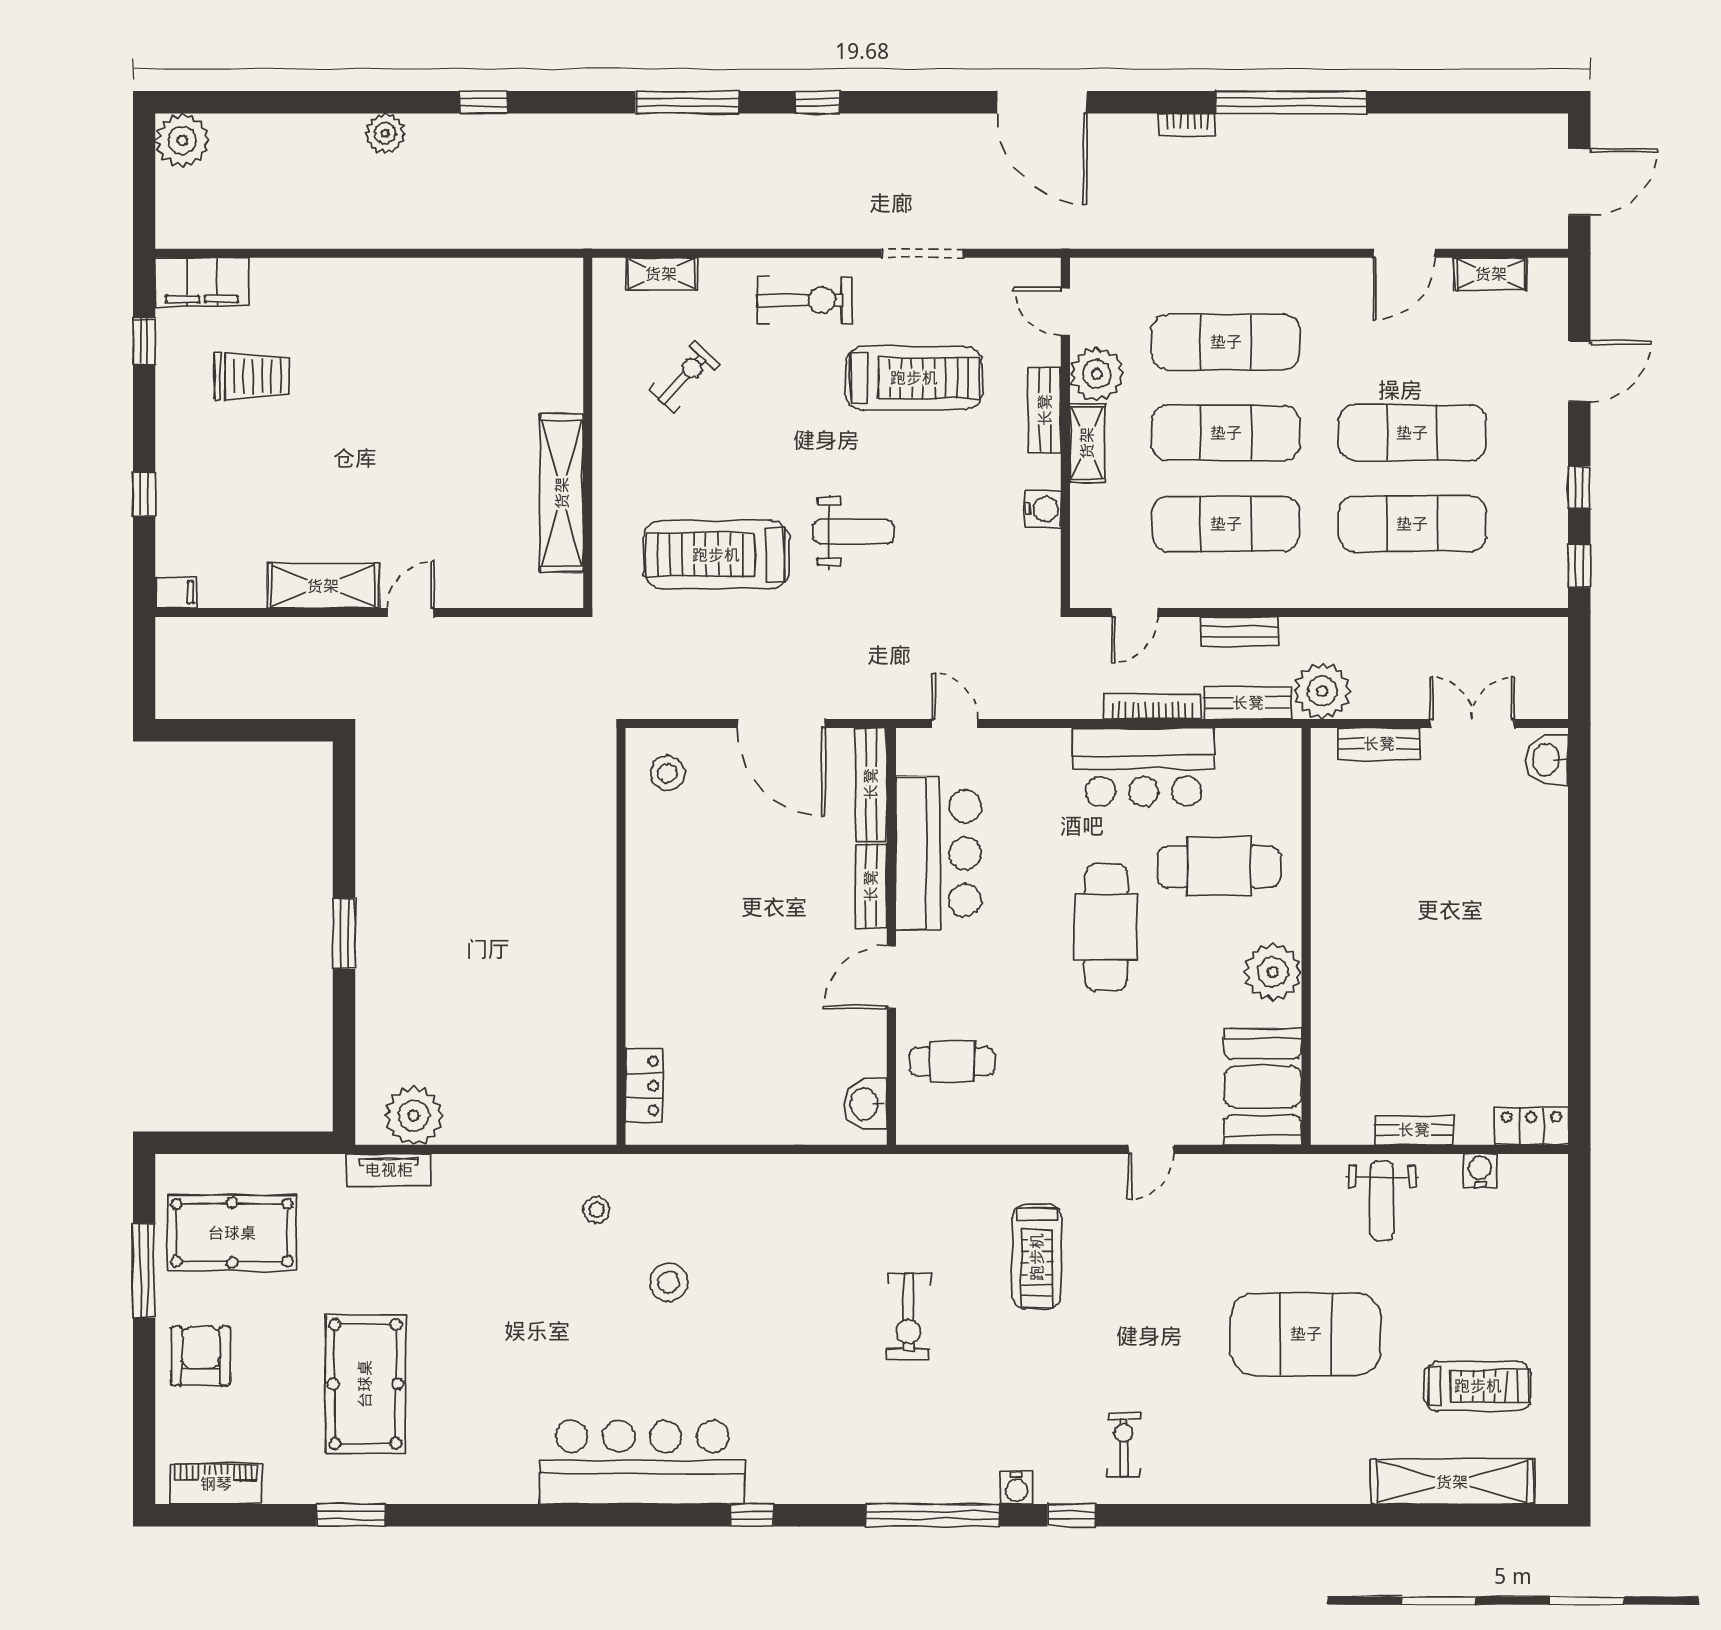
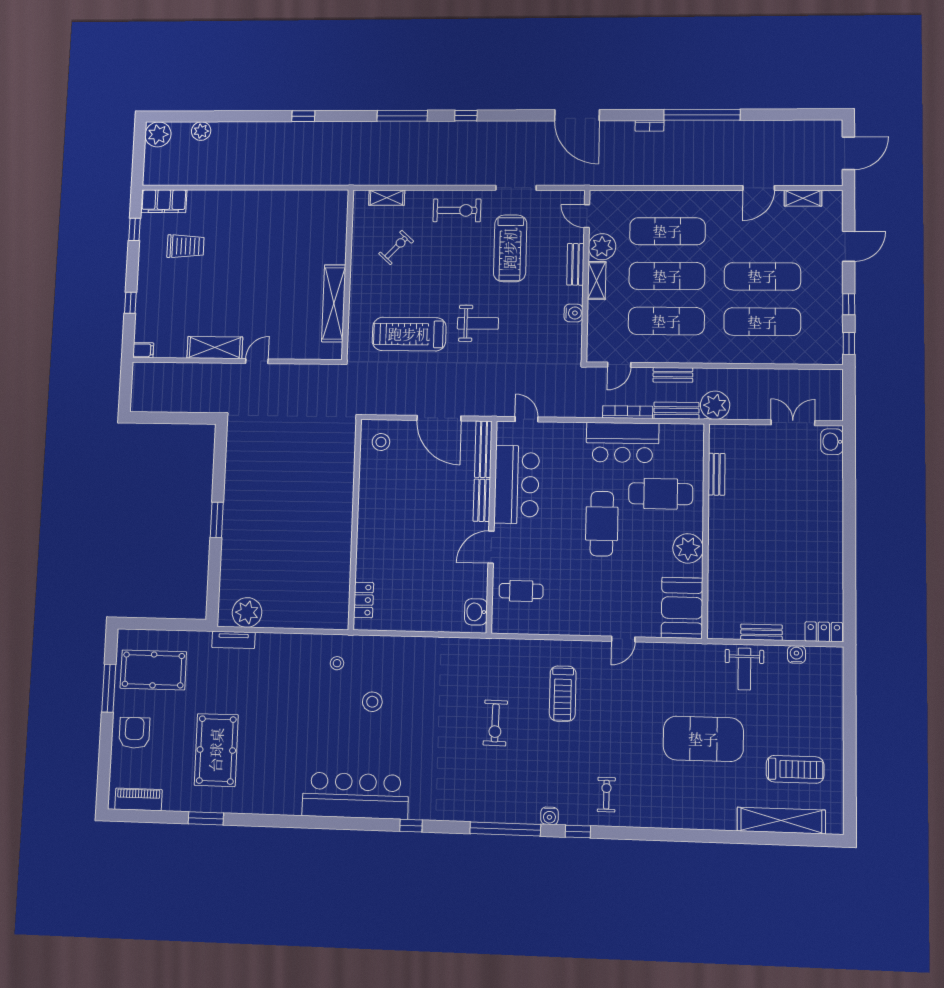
plant: (385, 133) -> (201, 131), moved
treadmill: (914, 378) -> (510, 248), turned 90
bench: (1379, 744) -> (717, 474), moved, turned 90

